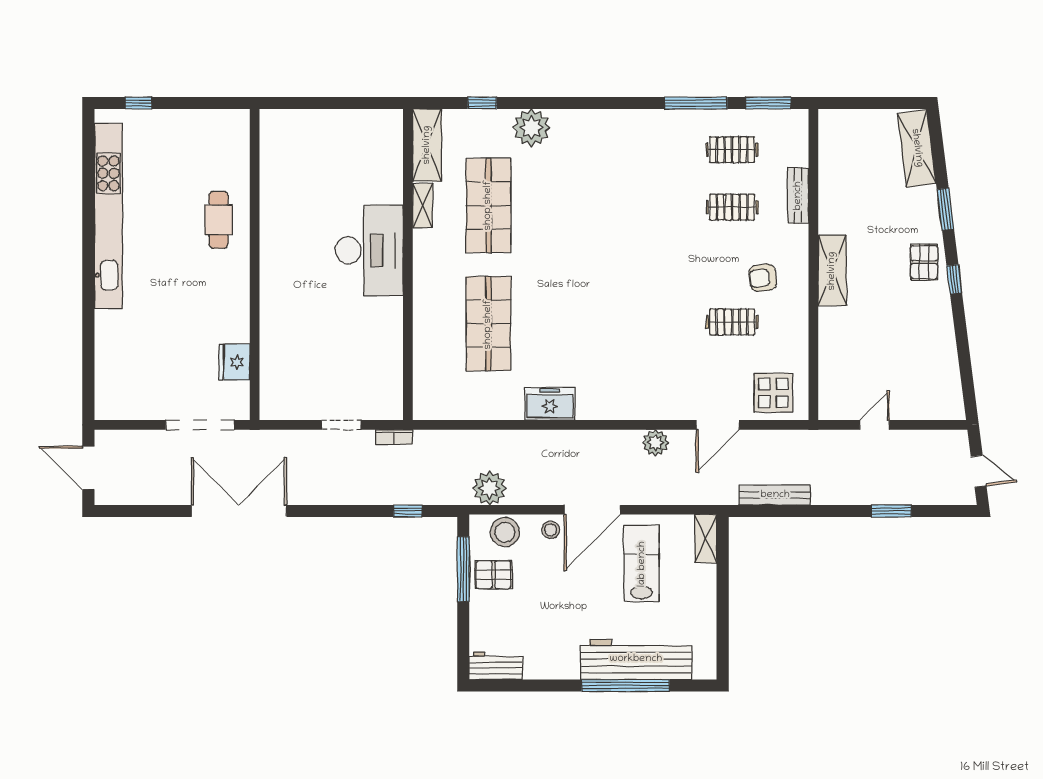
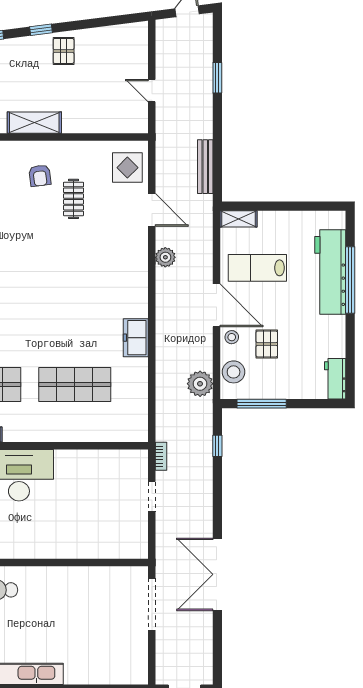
pallet: (924, 262) -> (64, 51), moved, turned 90
fridge: (234, 362) -> (104, 578), removed
pallet: (494, 575) -> (267, 344), moved

